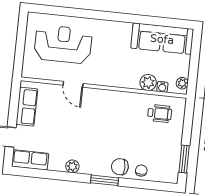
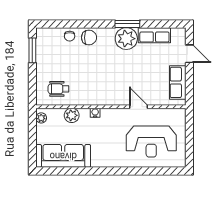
water cooler: (162, 87) -> (95, 113), moved
row of seats: (30, 160) -> (154, 35), moved
plant: (72, 166) -> (126, 39), width x1.87, depth x1.87
window: (104, 180) -> (127, 24), moved

